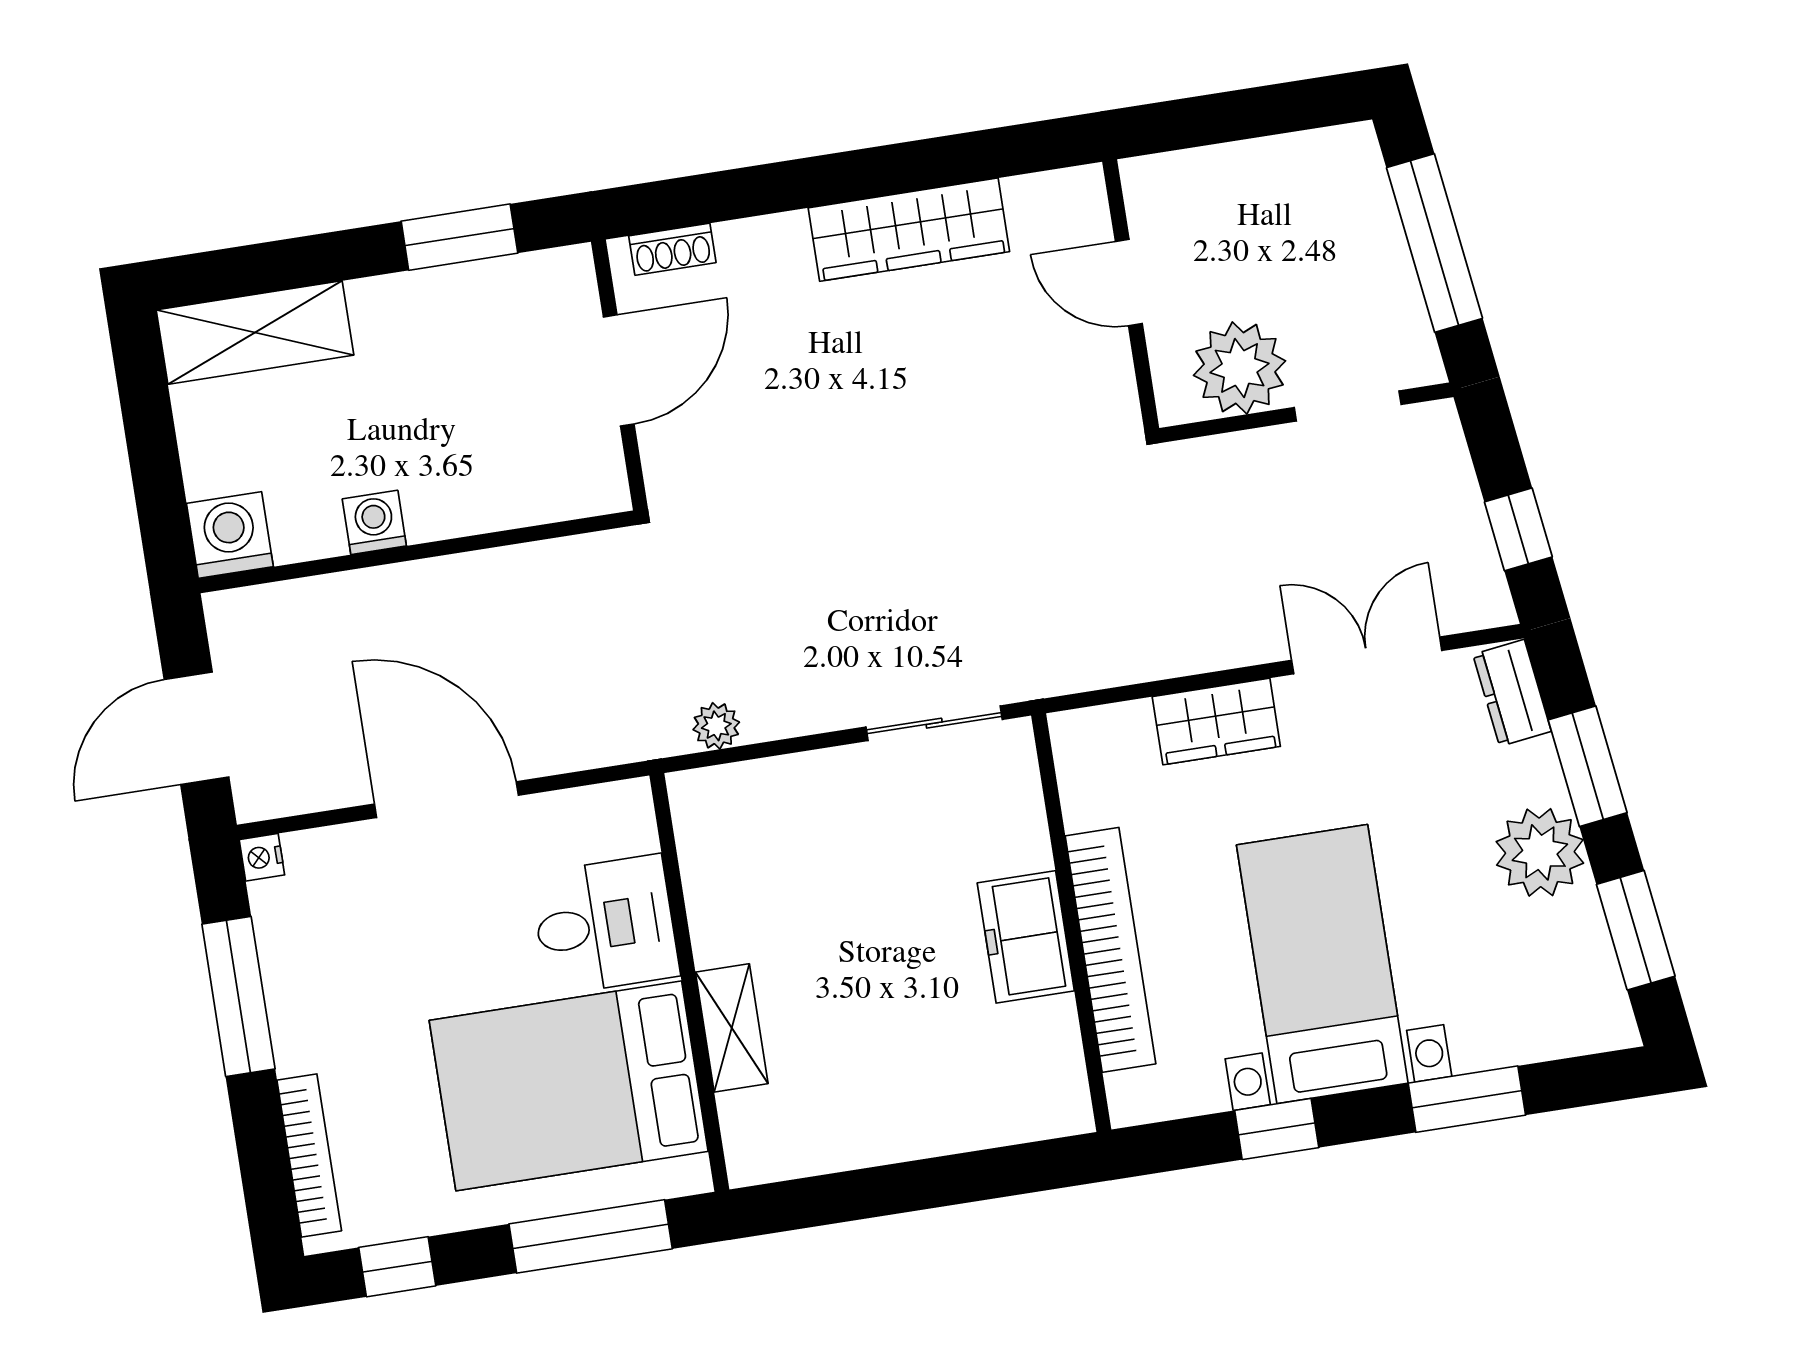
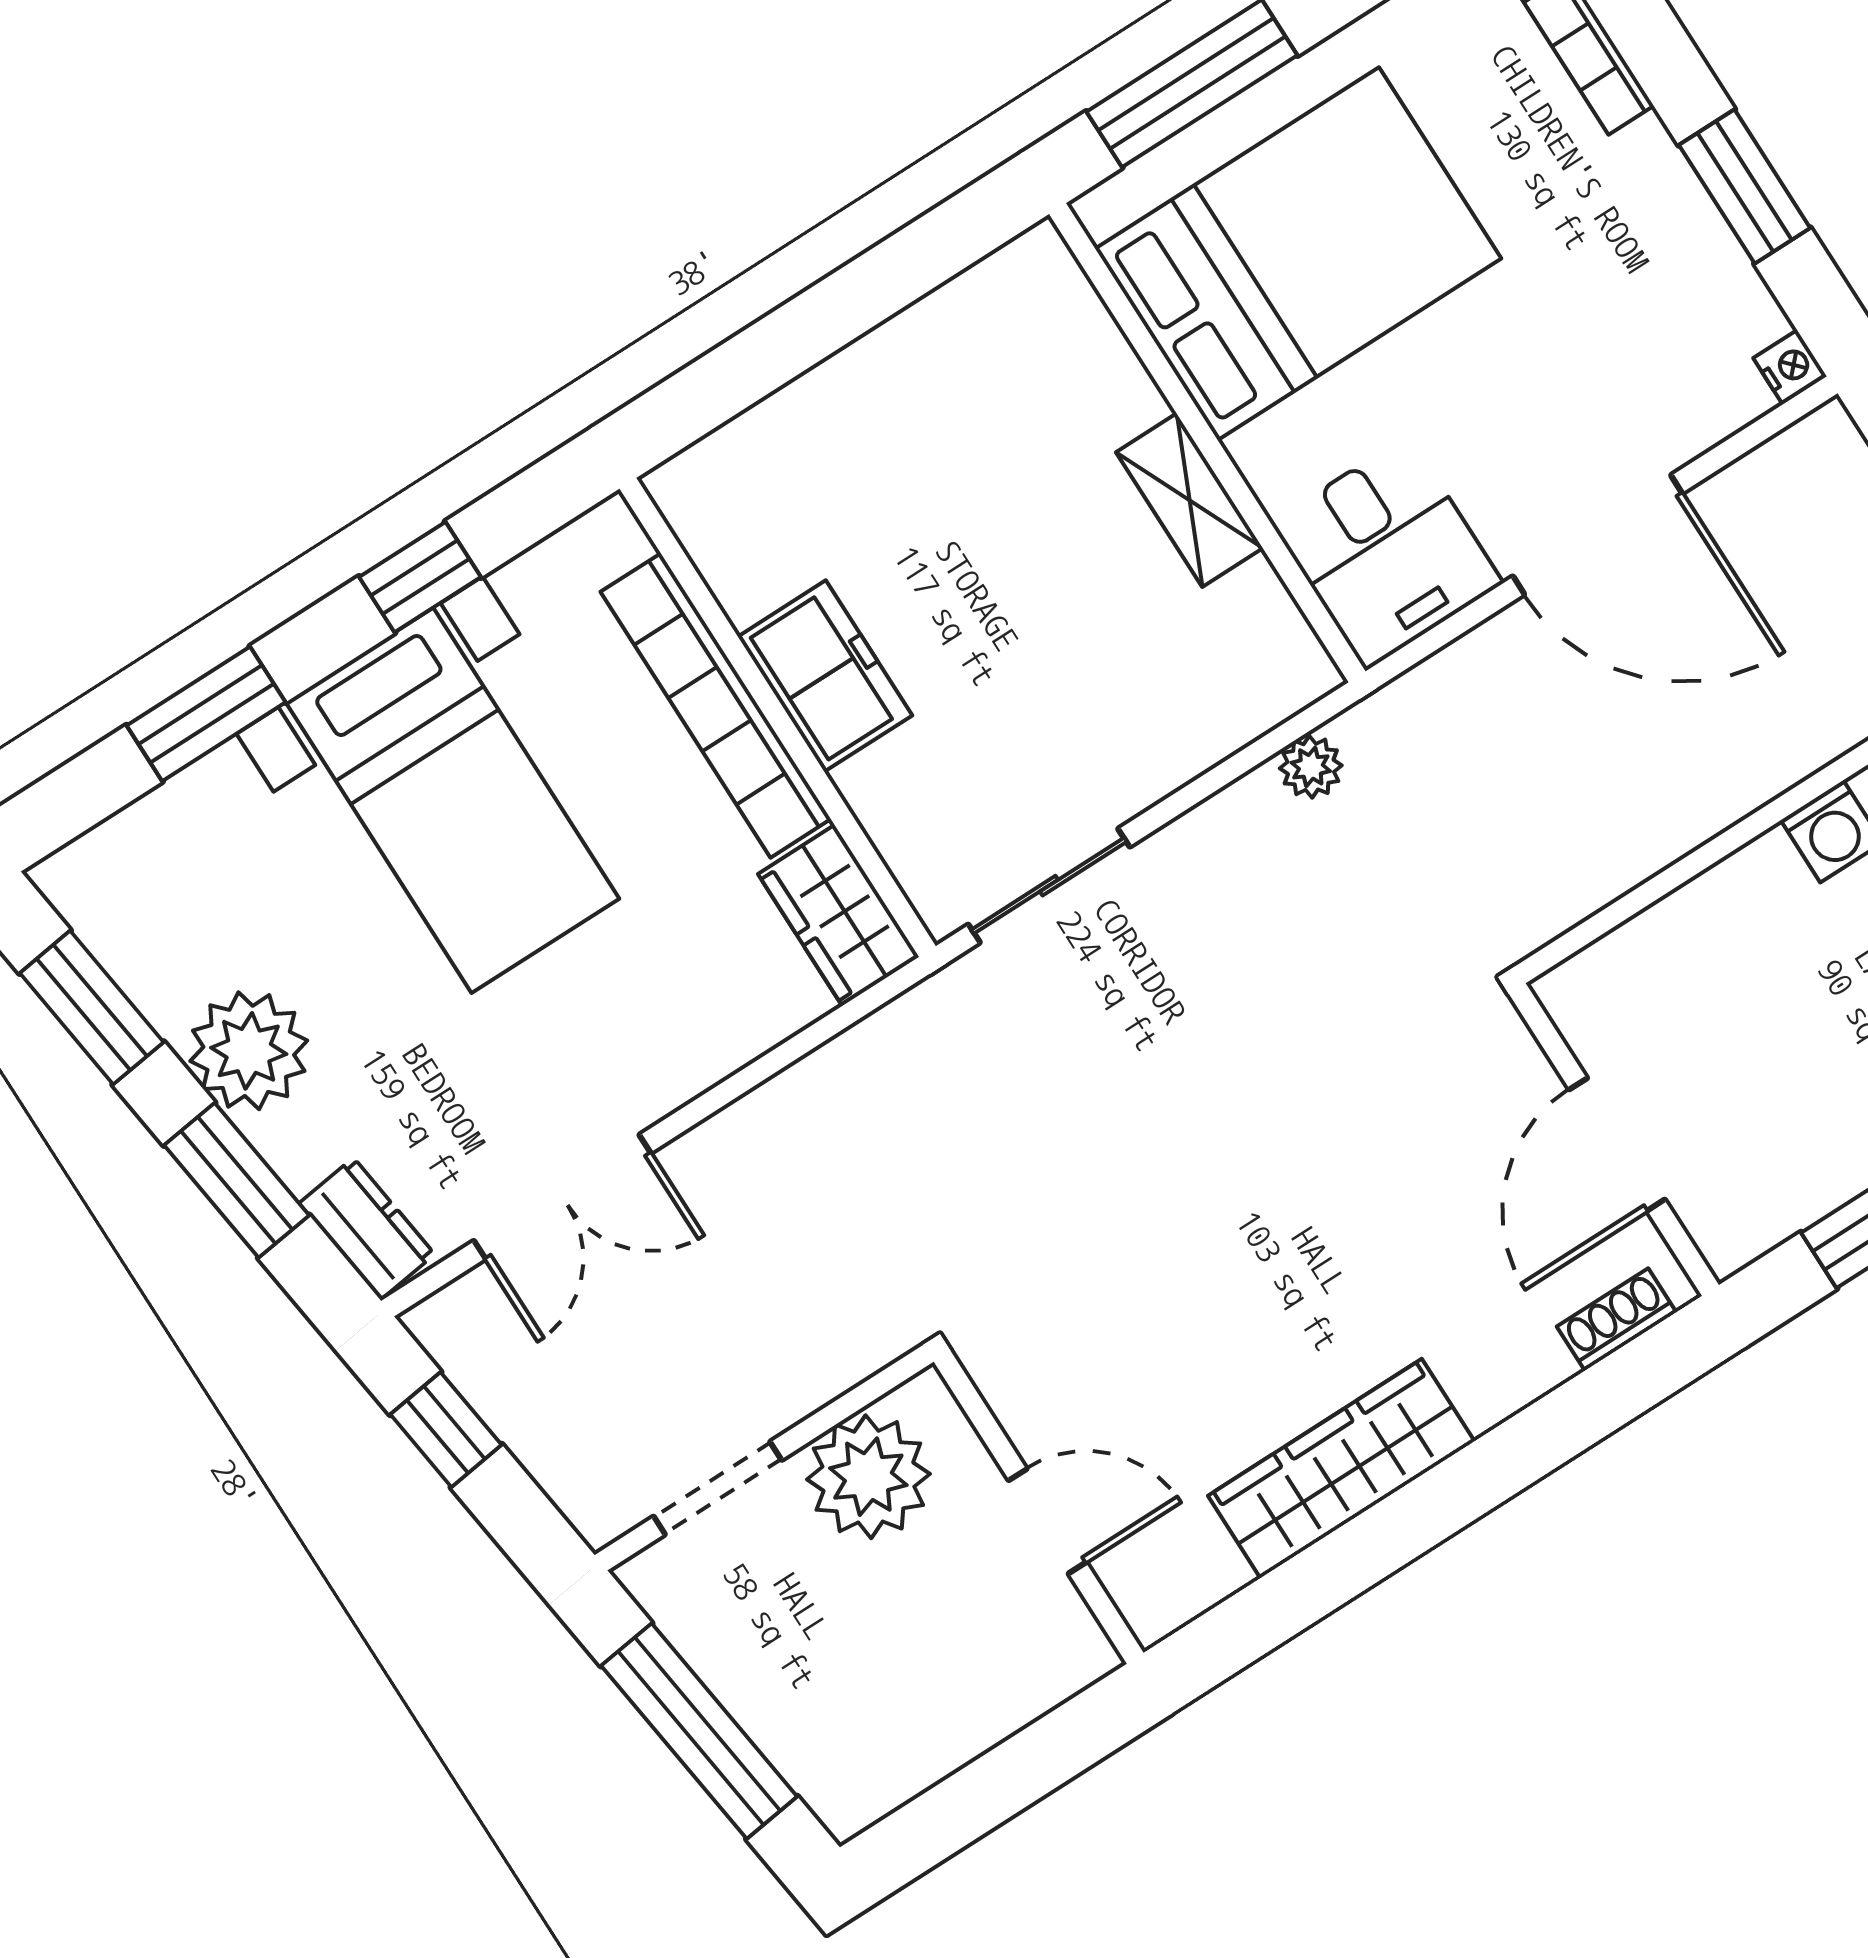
wardrobe: (1216, 722) -> (838, 915), moved, turned -90
desk: (605, 925) -> (1387, 553), moved, turned -90
window: (238, 997) -> (1745, 186), width x0.69
shelving: (732, 1028) -> (1190, 500), moved

